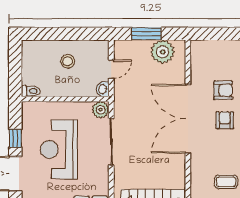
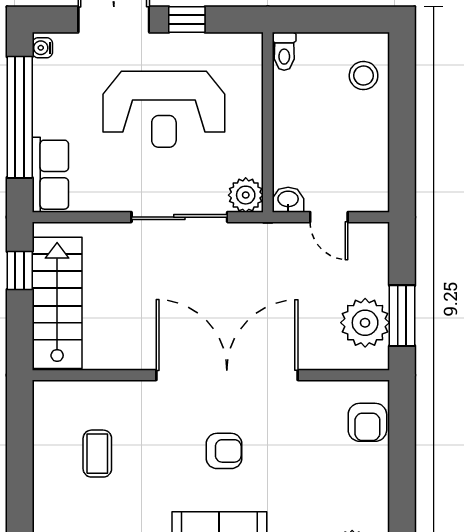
window: (146, 34) -> (402, 316), moved
stool: (68, 61) -> (364, 76), moved
armchair: (223, 90) -> (367, 422), moved
reception desk: (59, 149) -> (164, 109), turned 180

